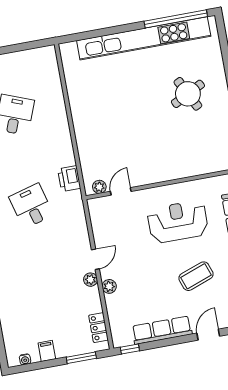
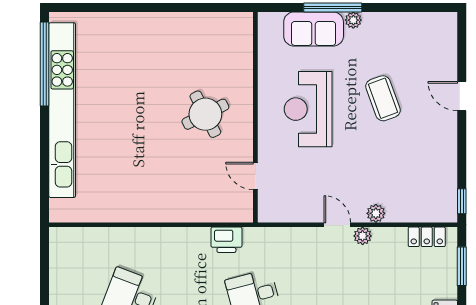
round table: (188, 94) -> (205, 114), moved
plant: (99, 187) -> (244, 203), removed
row of seats: (162, 330) -> (445, 155), removed

